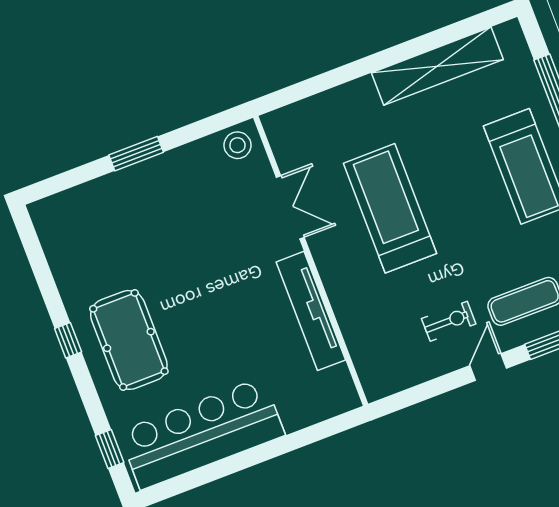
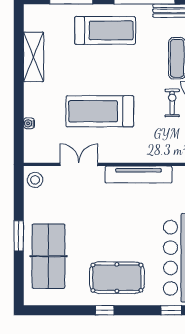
shelving: (437, 66) -> (34, 57), width x0.68
water cooler: (326, 100) -> (29, 123), added
table tennis table: (121, 215) -> (49, 256), added

